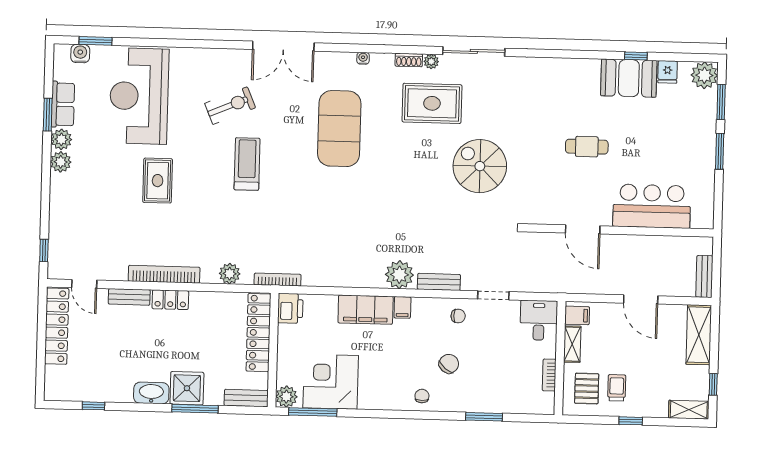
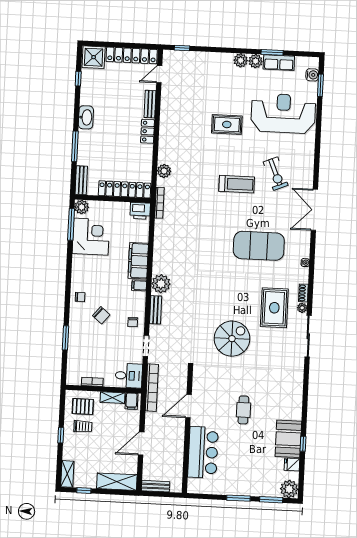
bookcase: (164, 274) -> (152, 388), moved
shower: (187, 388) -> (94, 57), moved

